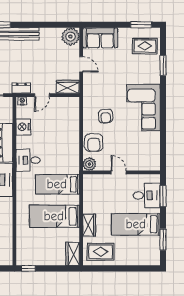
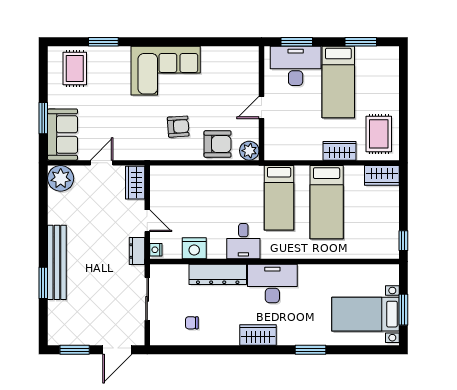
window: (141, 25) -> (43, 118), moved
desk: (147, 195) -> (296, 66), width x1.37

